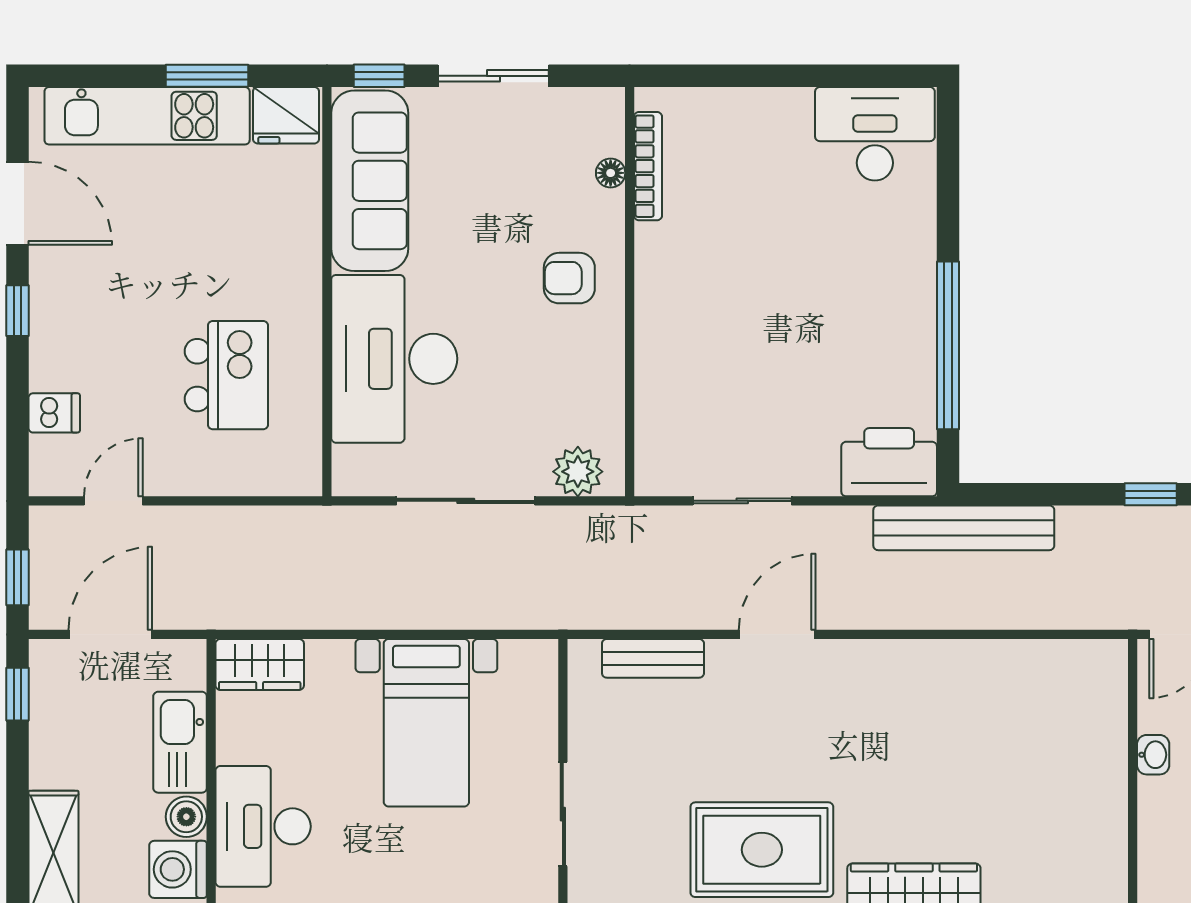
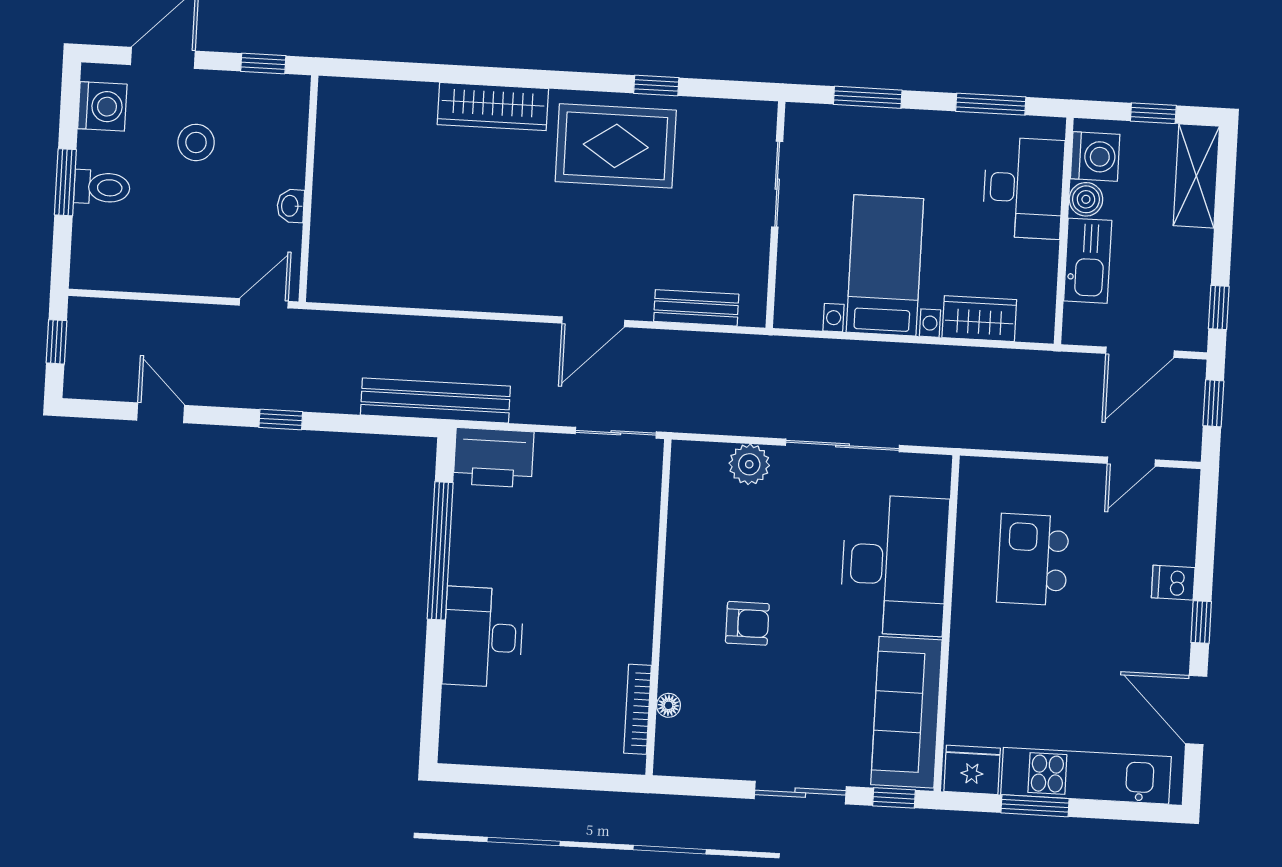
desk: (875, 134) -> (483, 637), moved, turned 90
bookcase: (648, 166) -> (638, 709), moved
floor lamp: (611, 173) -> (669, 705), moved
wall: (630, 292) -> (658, 607), moved
dishwasher: (54, 413) -> (1173, 583), moved
wardrobe: (260, 664) -> (979, 319), moved

